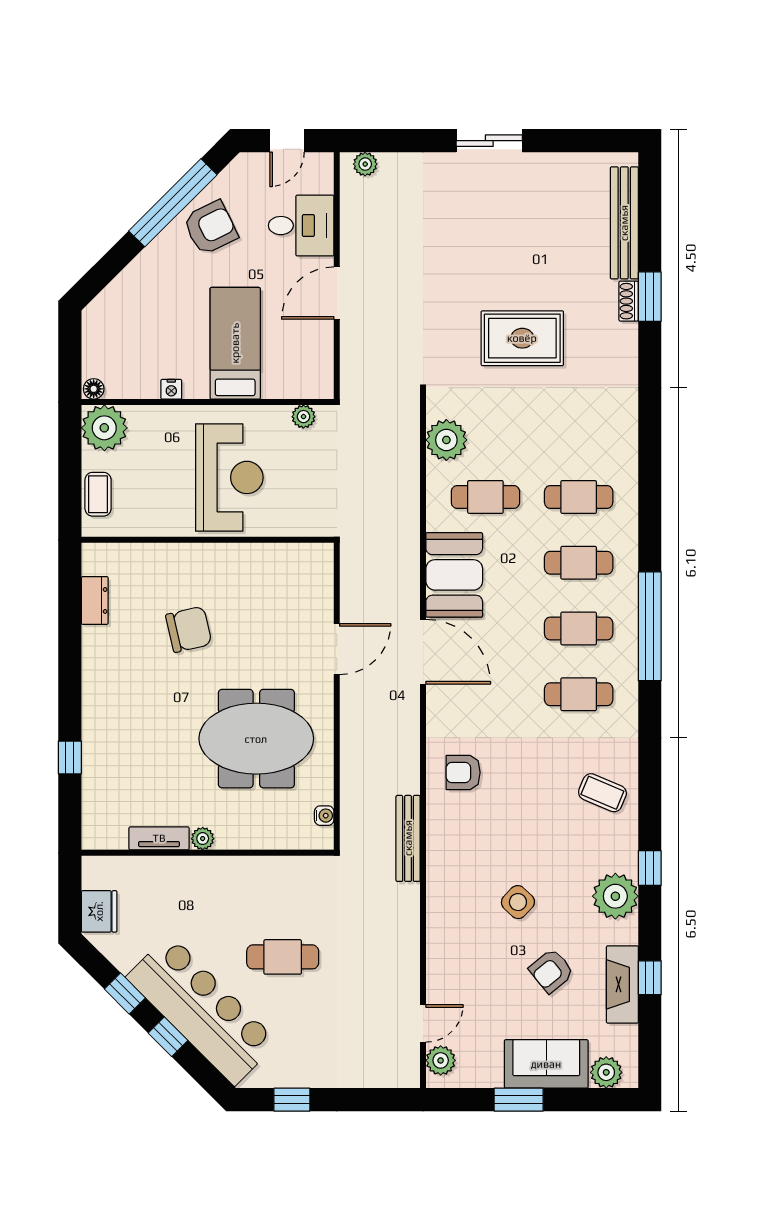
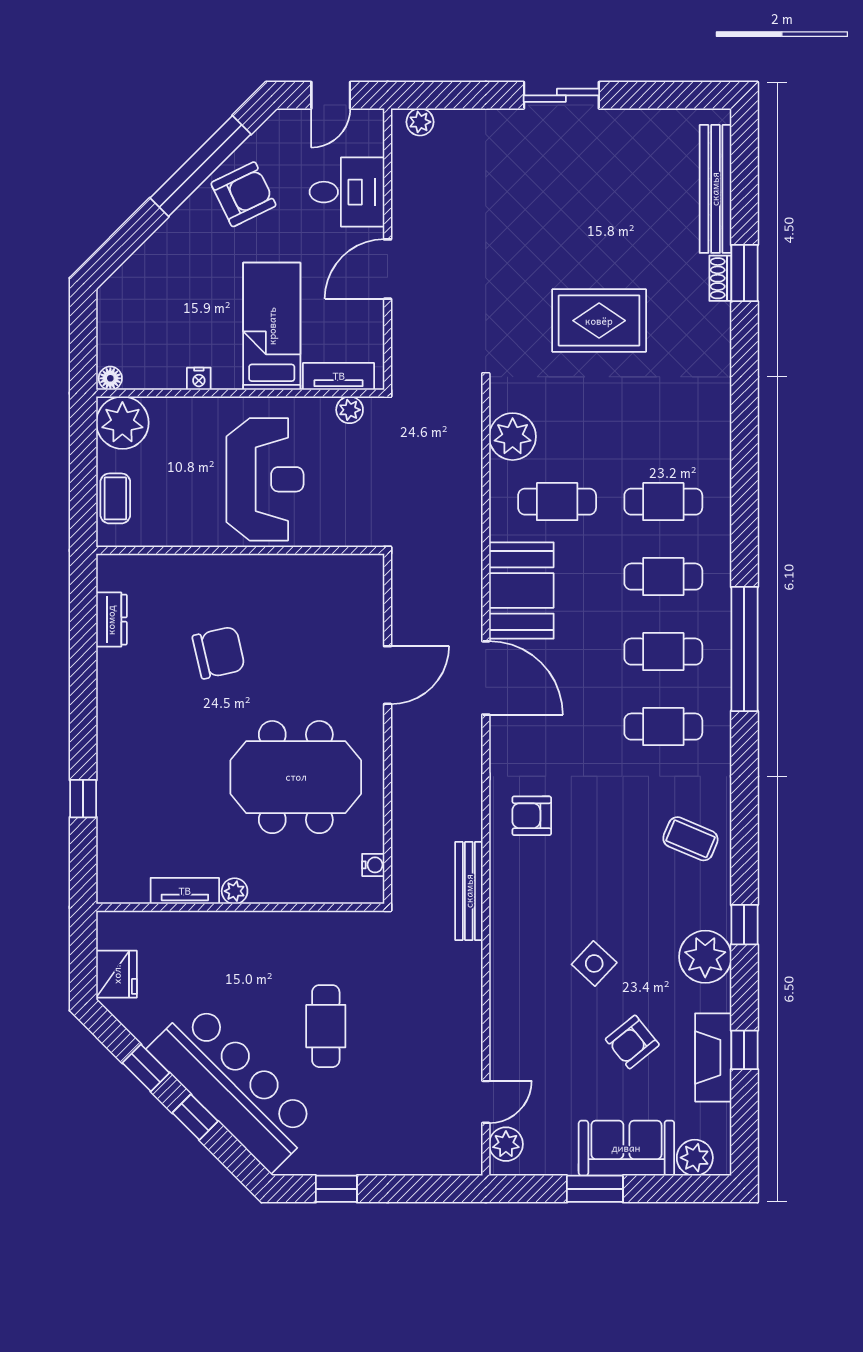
tv unit: (294, 387) -> (339, 376), added
cafe table: (283, 957) -> (326, 1026), turned 90

